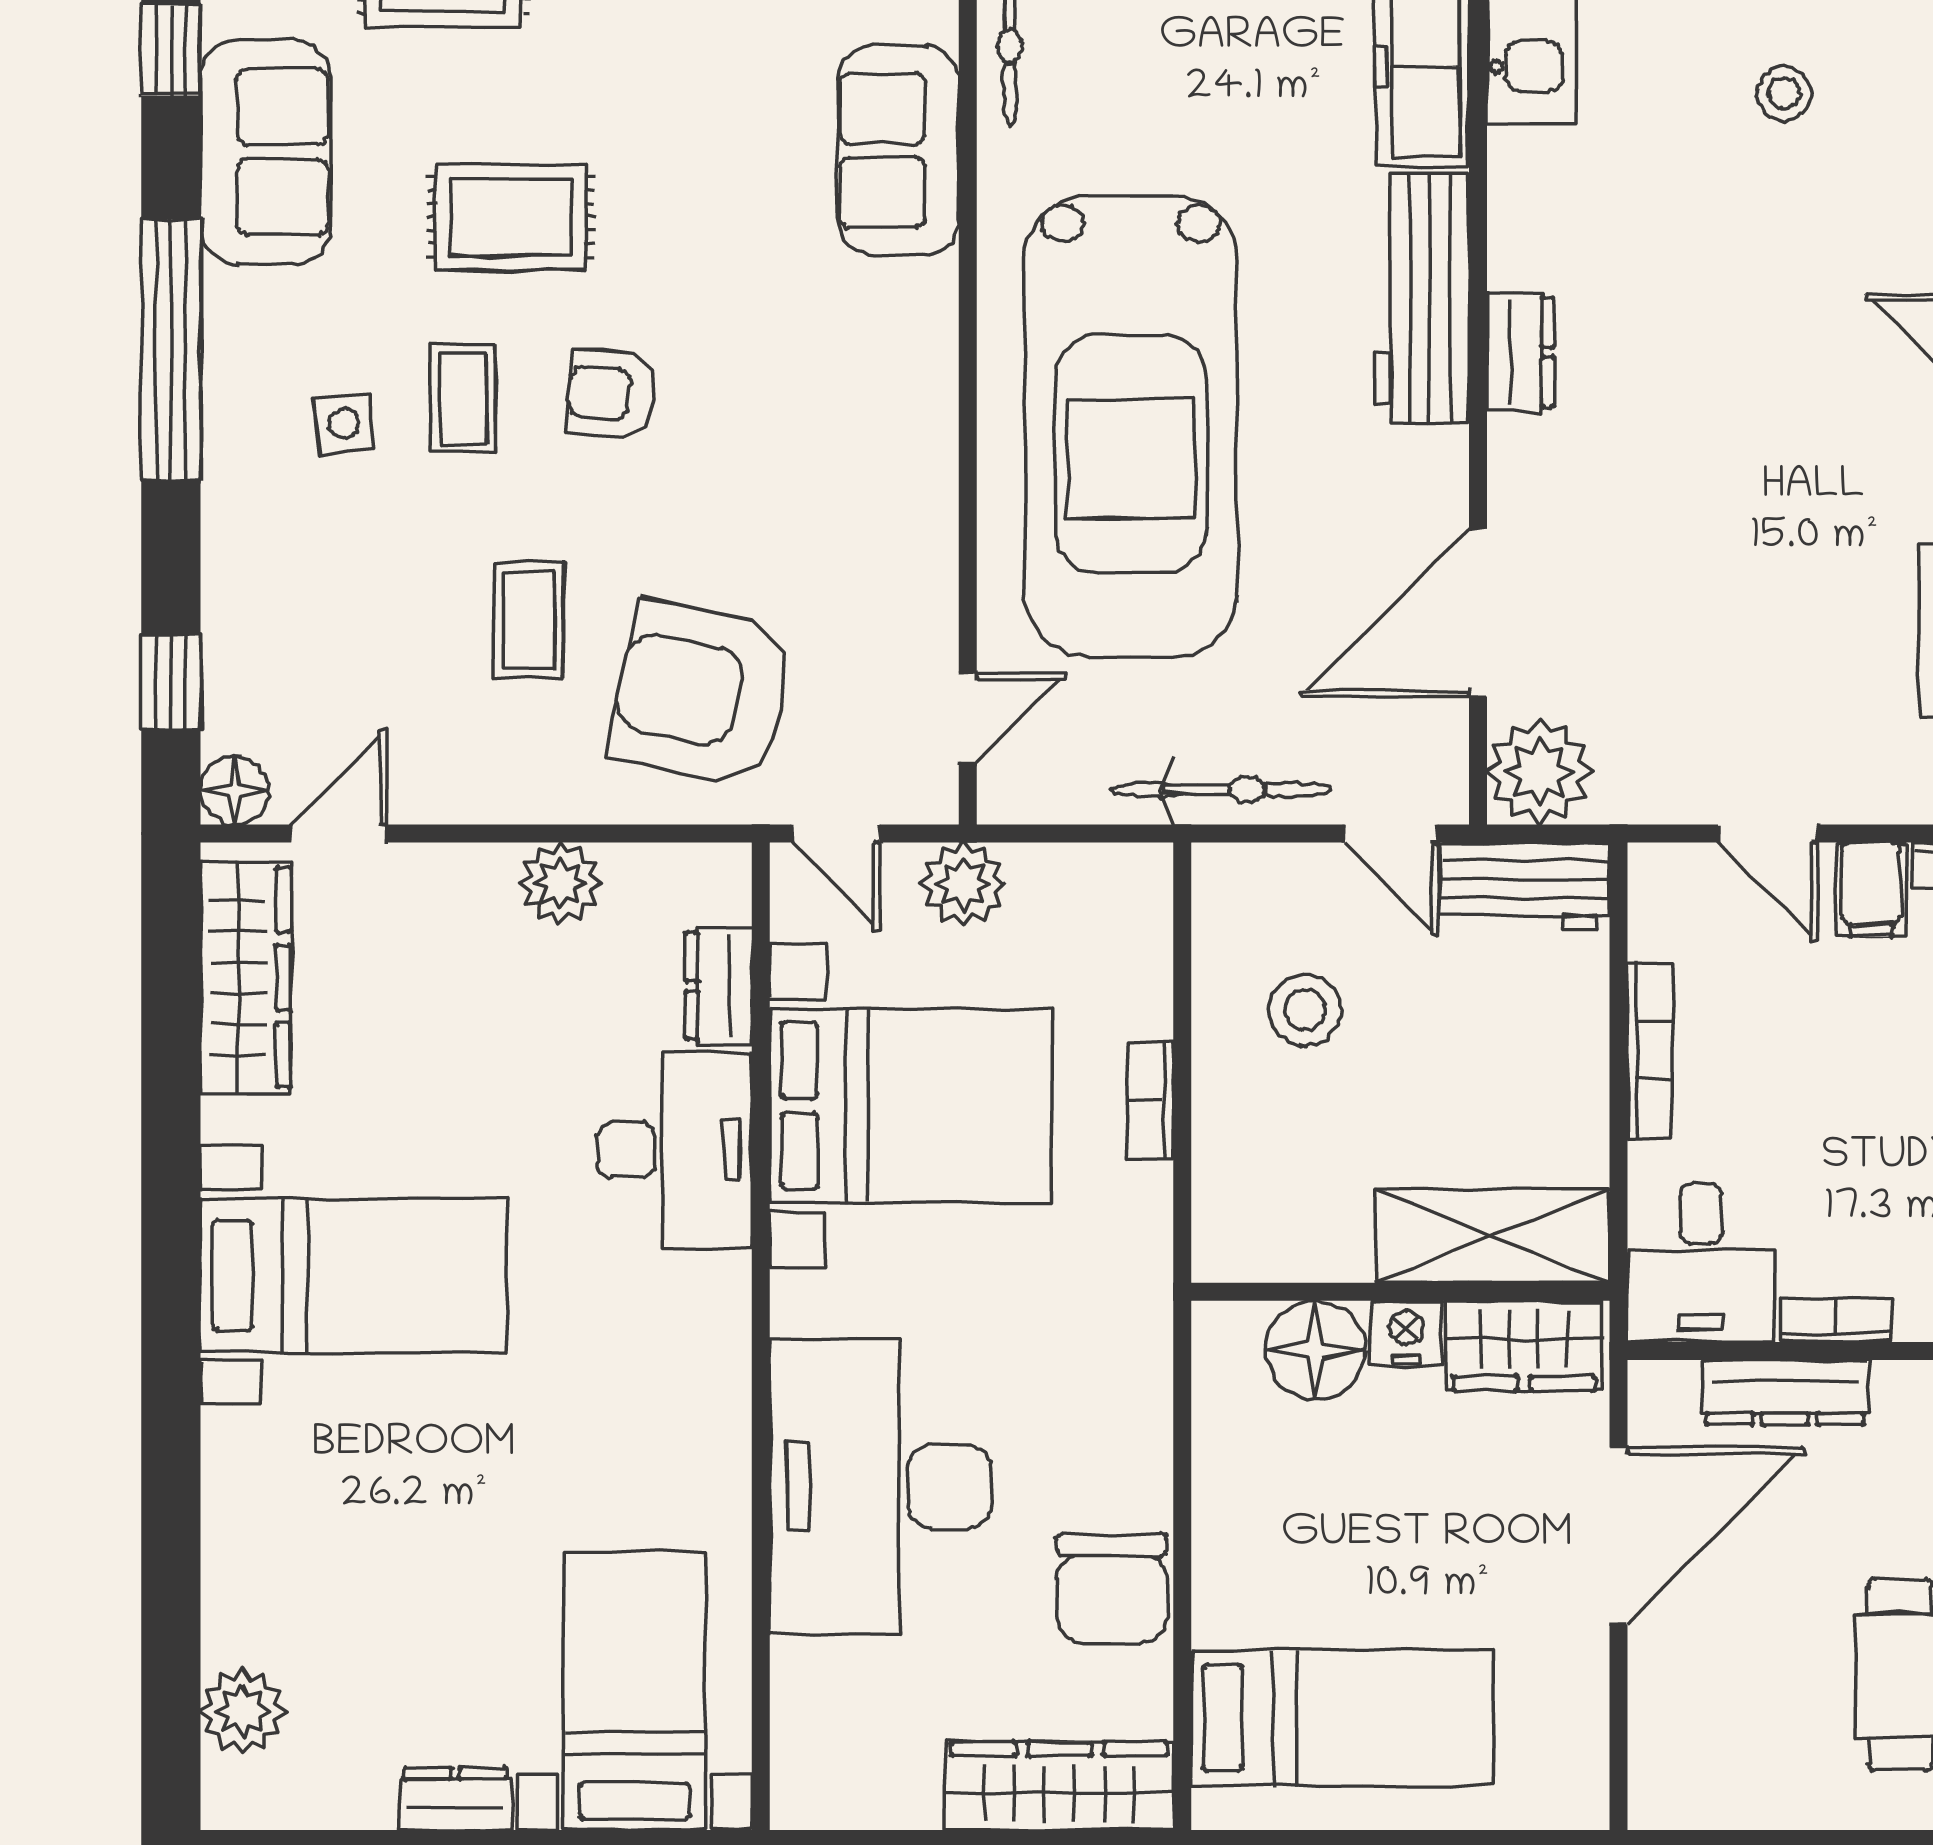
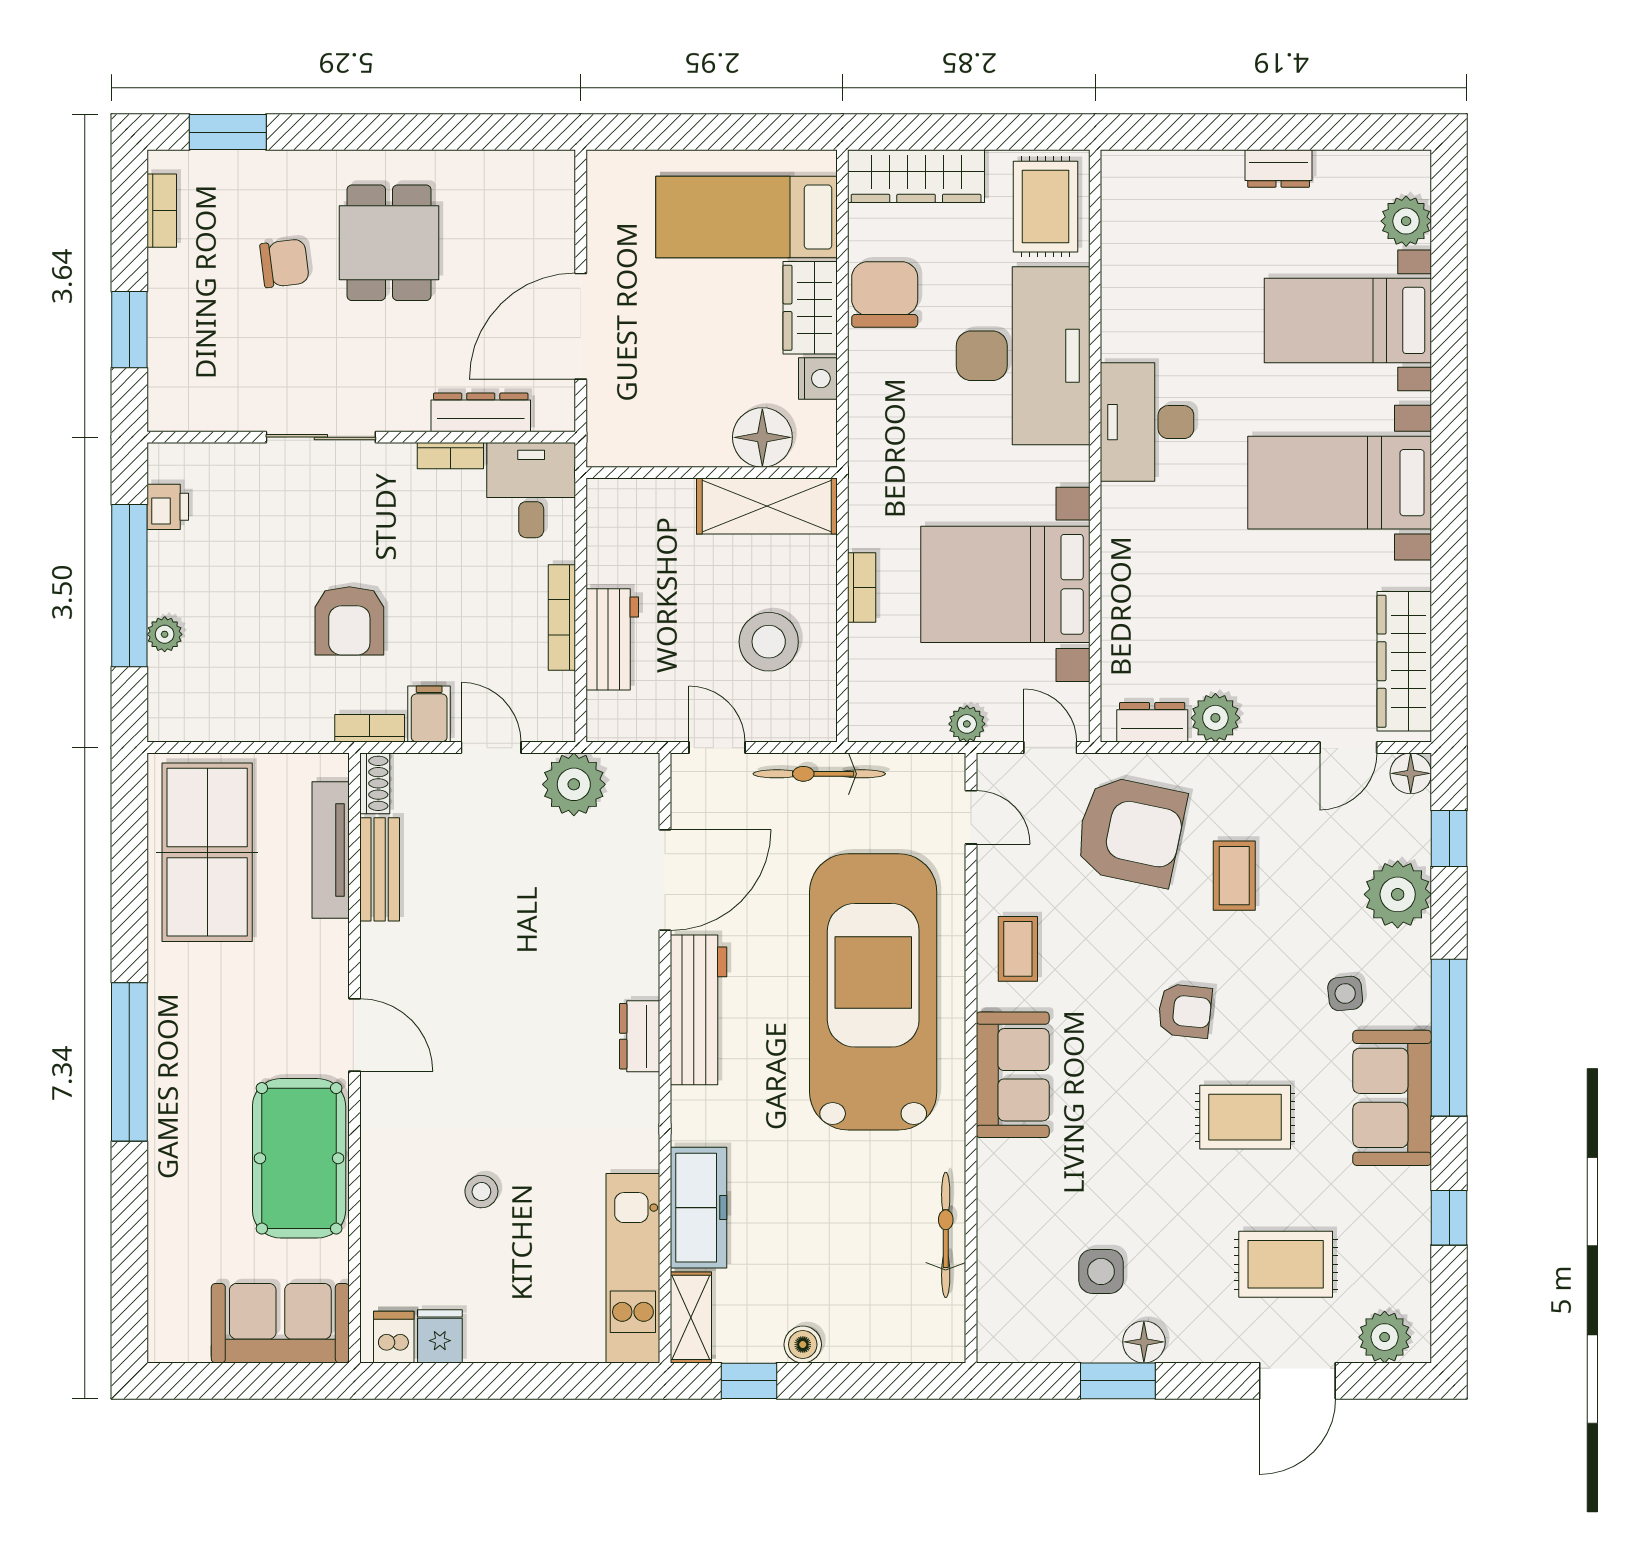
sofa: (898, 150) -> (1013, 1075), moved
sofa: (266, 152) -> (1392, 1098), moved
workbench: (1422, 298) -> (698, 1010), moved
coffee table: (463, 399) -> (1018, 949), moved
plant: (256, 589) -> (1398, 894), added
door: (968, 717) -> (971, 817), swing flipped
plant: (1539, 772) -> (574, 784), moved
plant: (963, 884) -> (967, 724), width x0.73, depth x0.73
workbench: (1525, 886) -> (612, 639), moved, turned 90
dresser: (719, 986) -> (1152, 722), moved, turned -90
stool: (1305, 1010) -> (769, 642), width x1.38, depth x1.38
desk: (674, 1150) -> (1147, 422), moved
shelving: (1493, 1236) -> (767, 506), moved
nightstand: (1406, 1333) -> (818, 379), moved, turned -90
wardrobe: (1524, 1346) -> (810, 308), moved, turned -90
bed with nightstands: (634, 1691) -> (1348, 320), moved, turned 90
rug: (844, 1735) -> (1045, 207), added

